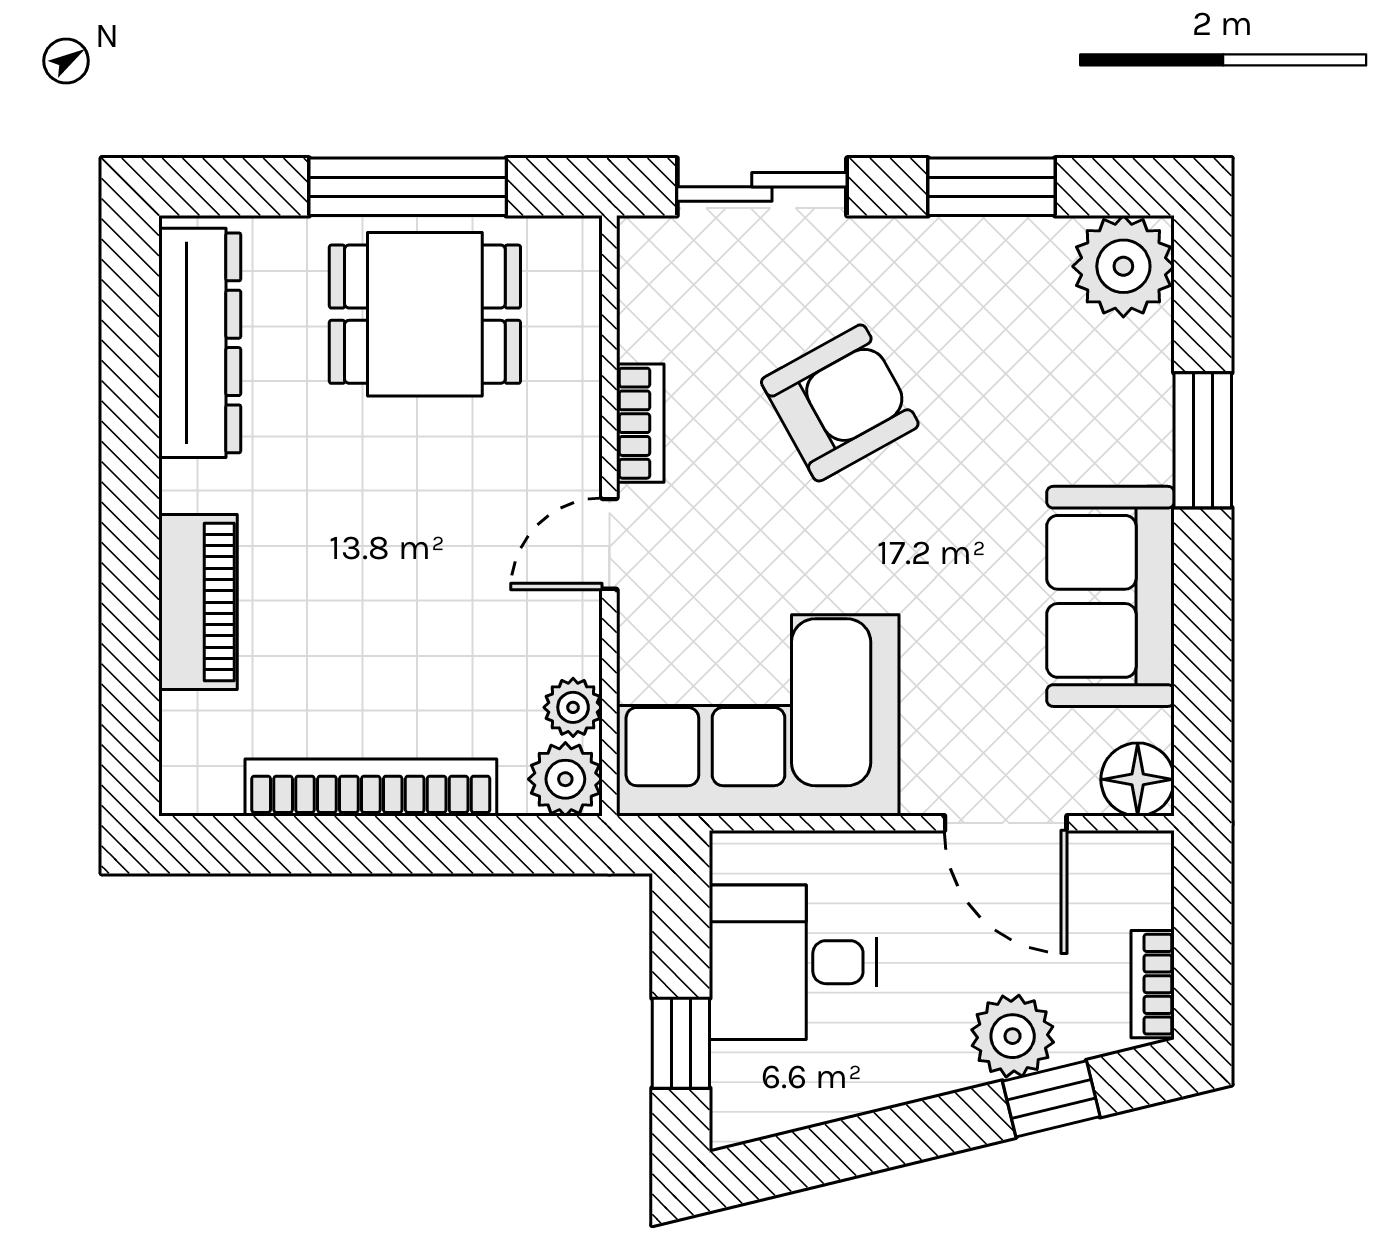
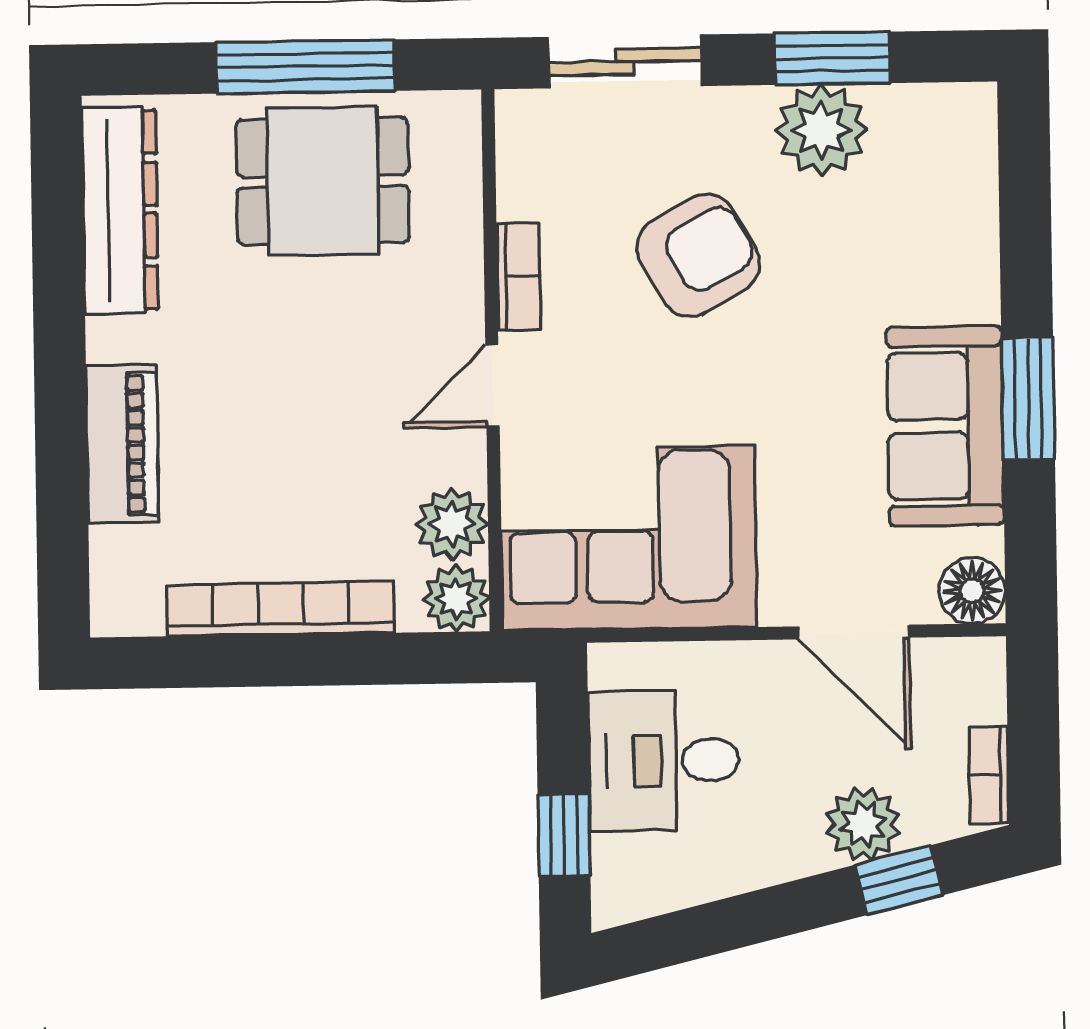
plant: (1123, 266) -> (821, 130), moved
window: (1203, 440) -> (1028, 399), moved
plant: (573, 707) -> (452, 524), width x1.38, depth x1.38

